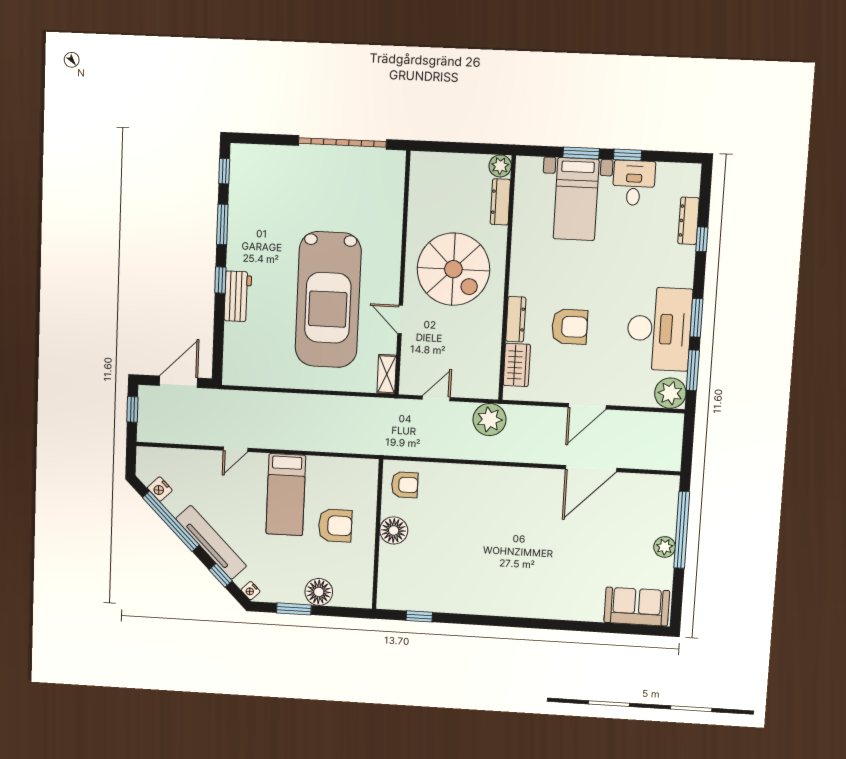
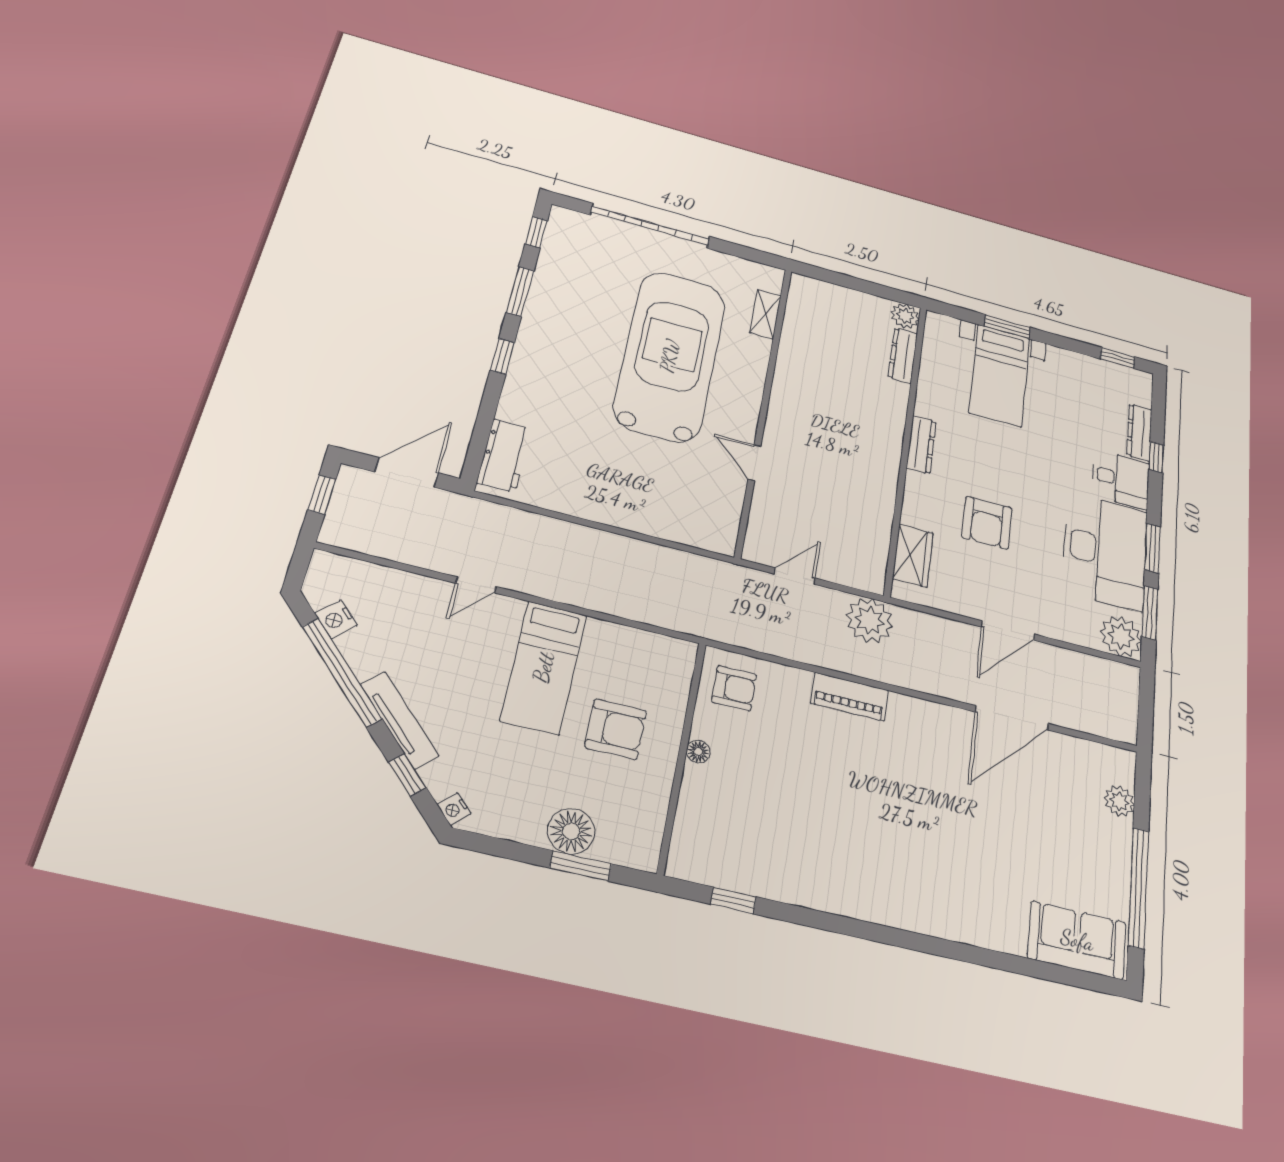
garage door: (342, 142) -> (650, 226), moved
window: (628, 155) -> (1118, 358), moved
desk: (634, 183) -> (1121, 479), moved, turned 90
spiral stairs: (453, 269) -> (835, 418), removed
workbench: (238, 296) -> (504, 456), moved
car: (328, 300) -> (670, 356), moved, turned 180
dresser: (516, 319) -> (921, 445), moved
armchair: (570, 327) -> (987, 523), turned 90
shelving: (387, 374) -> (765, 314), moved
piano: (480, 476) -> (850, 697), added
floor lamp: (394, 530) -> (698, 752), width x0.53, depth x0.53
window: (682, 530) -> (1138, 888), moved
tv unit: (211, 542) -> (400, 720), width x0.73, depth x0.78
plant: (665, 547) -> (1119, 801), moved
window: (294, 609) -> (581, 866), moved

